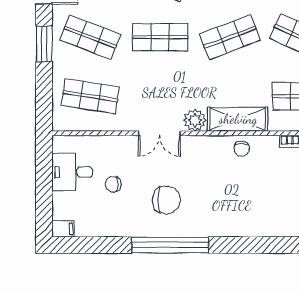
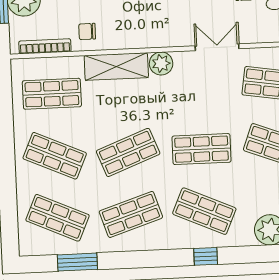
double door: (159, 133) -> (217, 47), moved
chair: (242, 149) -> (87, 31), moved, turned -90

